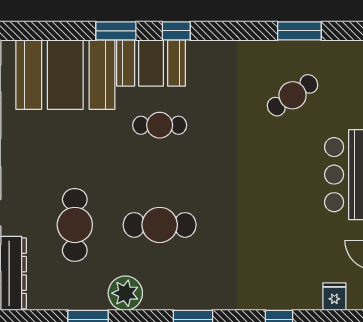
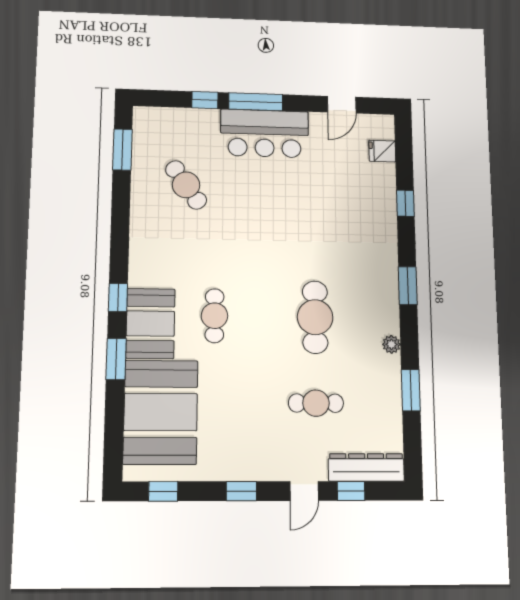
window: (299, 31) -> (122, 150), moved
cafe table: (75, 225) -> (316, 403), width x0.73, depth x0.74
plant: (125, 293) -> (391, 344), width x0.53, depth x0.53

